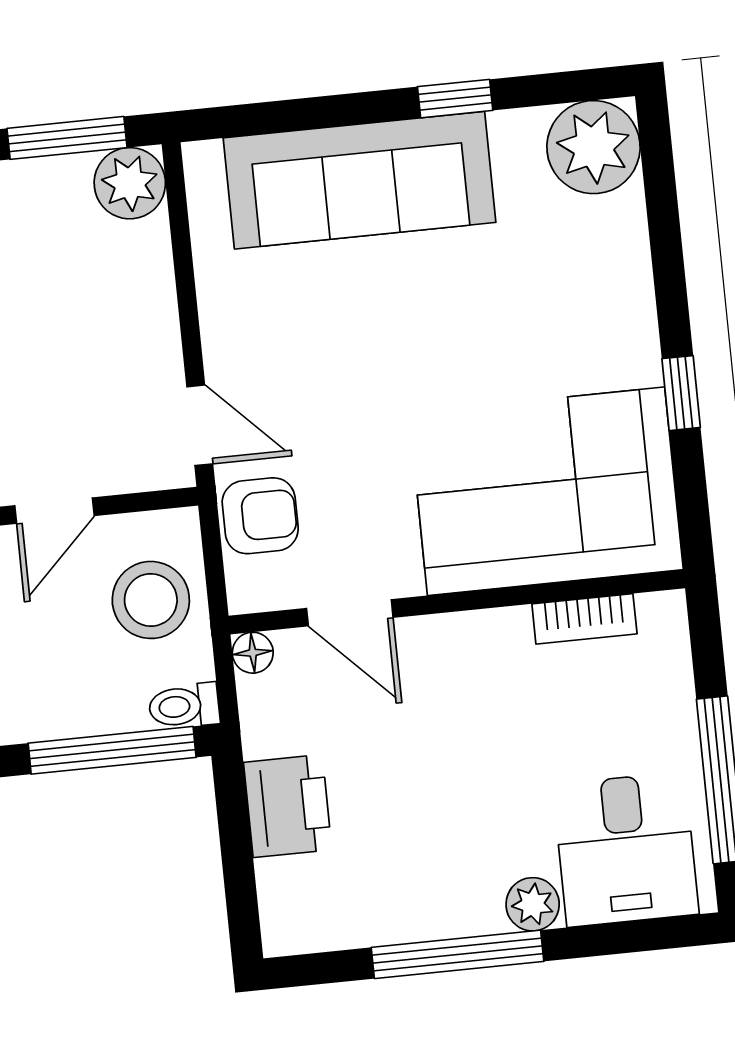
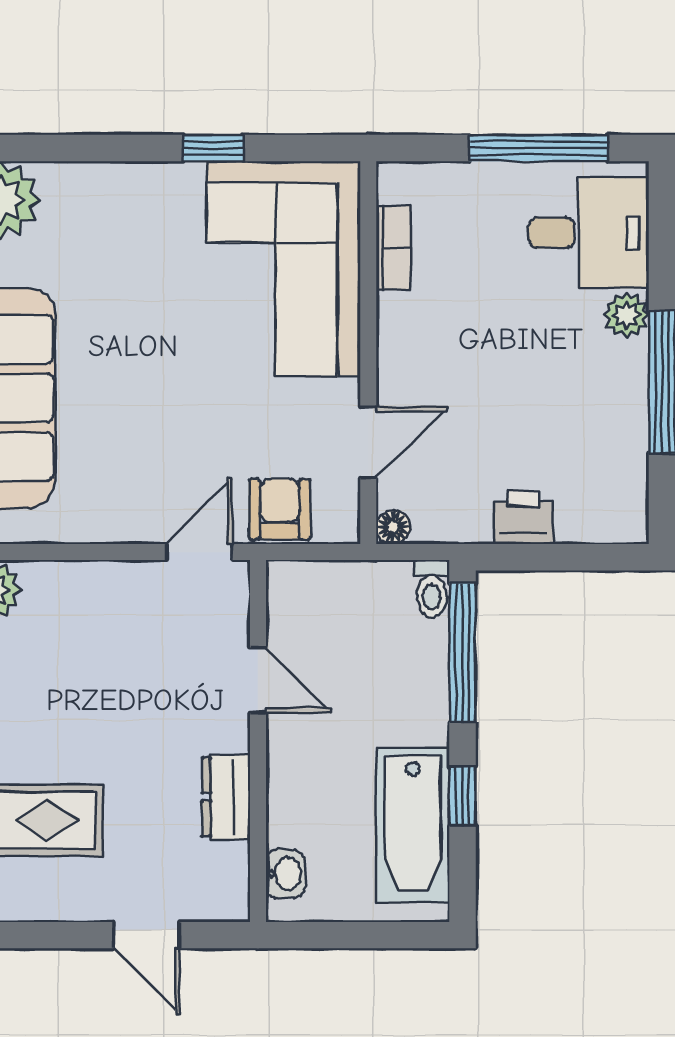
stool: (151, 600) -> (341, 608), removed
printer: (288, 806) -> (524, 517), width x0.73, depth x0.81

